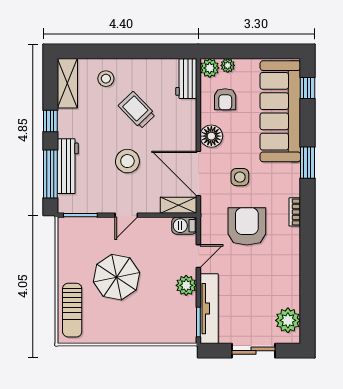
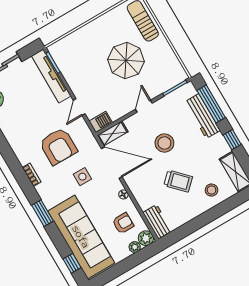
armchair: (225, 99) -> (123, 223), turned 90
floor lamp: (211, 136) -> (123, 194), width x0.53, depth x0.53
plant: (186, 285) -> (76, 83), removed

